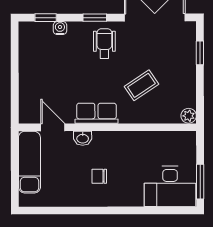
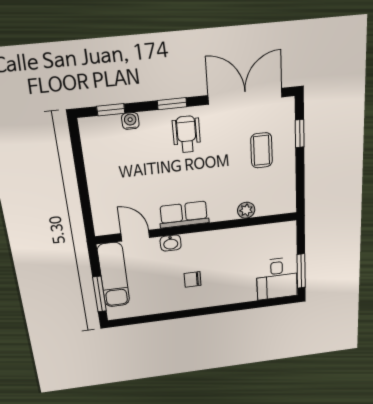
coffee table: (141, 85) -> (262, 150), moved, turned -56
plant: (189, 116) -> (246, 210), moved
window: (15, 179) -> (99, 294), added
desk: (170, 186) -> (277, 279), width x0.73

